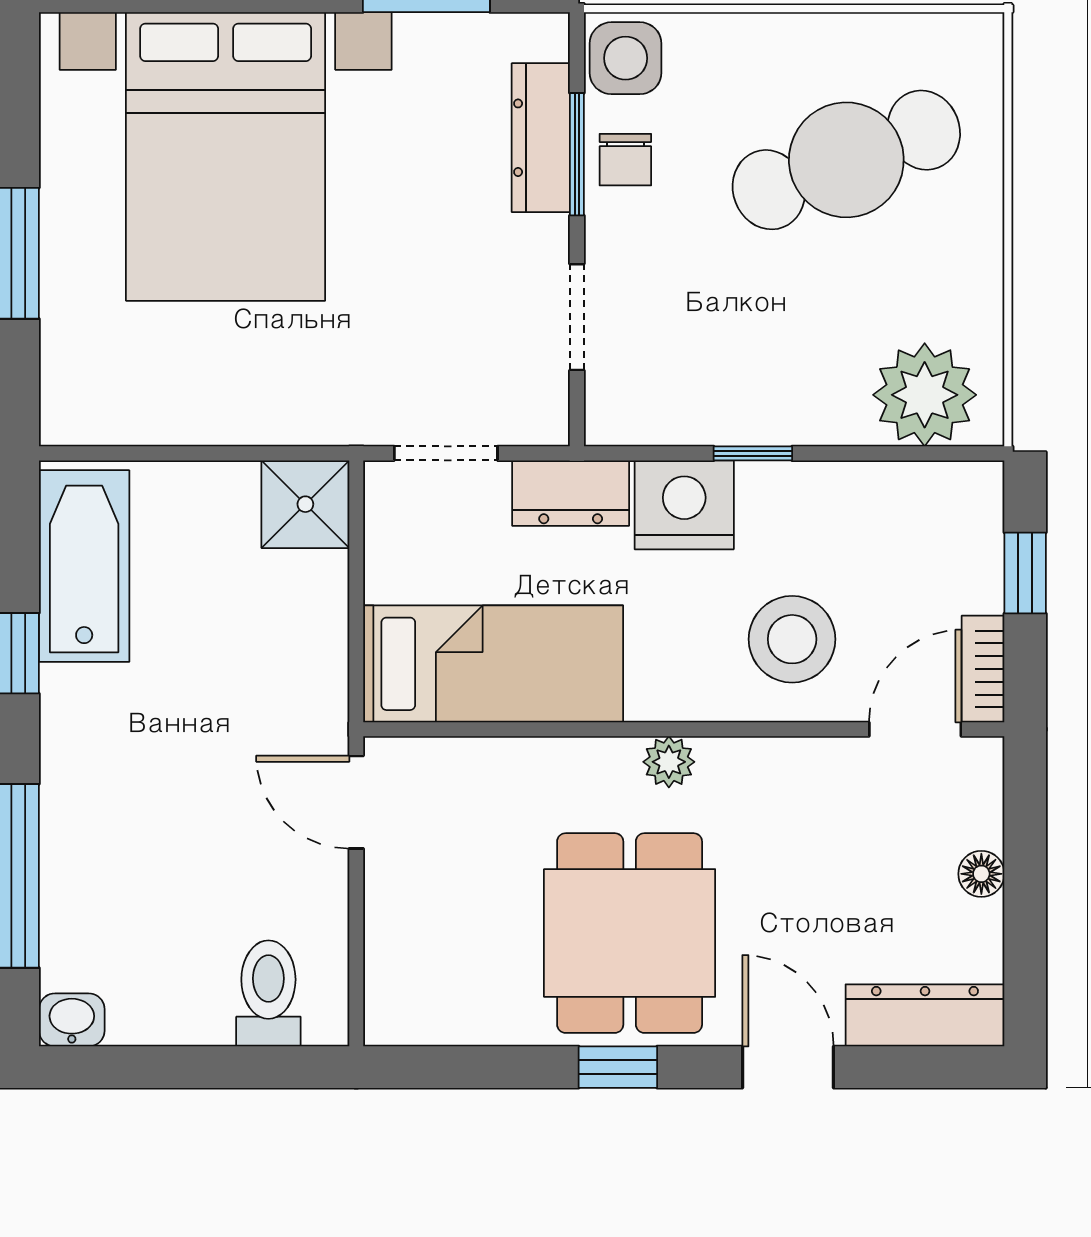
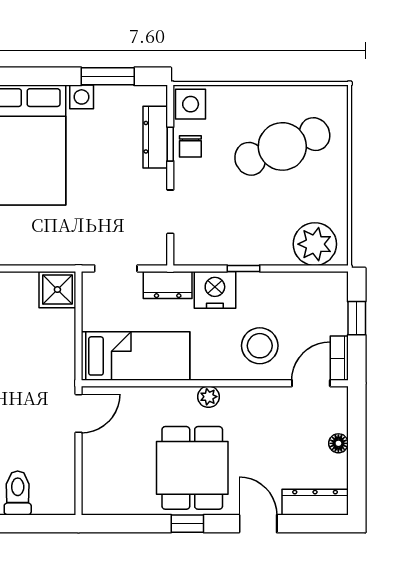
window: (577, 154) -> (170, 144), width x0.67
door: (356, 802) -> (79, 413), swing flipped
toilet: (268, 993) -> (18, 493), moved

